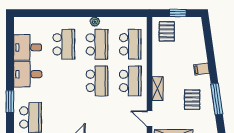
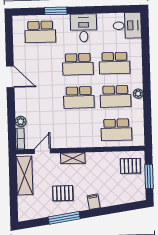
window: (178, 13) -> (149, 176), width x1.50
desk: (28, 47) -> (127, 26), moved, turned 90
school desk: (130, 81) -> (78, 64), moved

